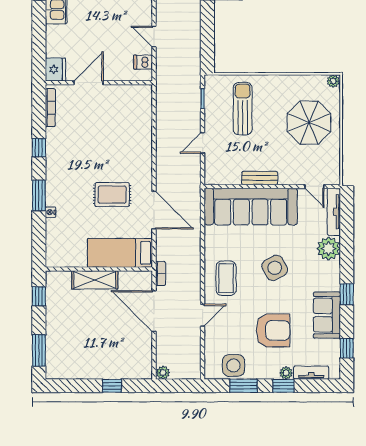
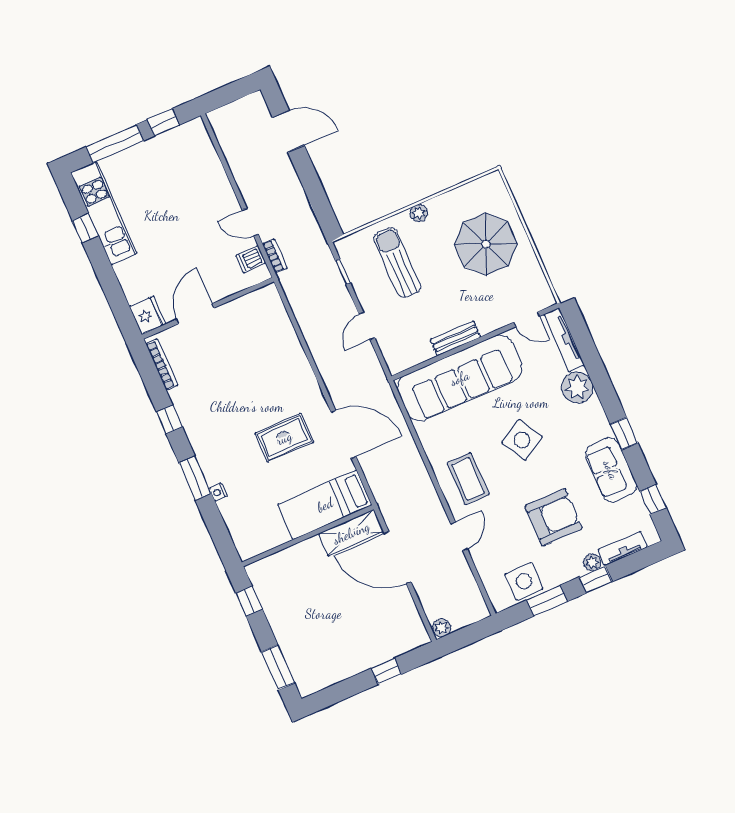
plant: (333, 81) -> (419, 213), moved
bookcase: (160, 273) -> (275, 256), moved
shelving: (95, 280) -> (351, 533), moved

